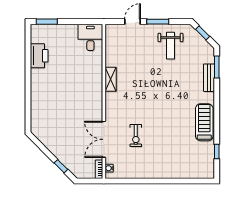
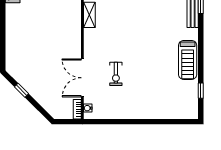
treadmill: (204, 122) -> (188, 60), turned 180
window: (61, 166) -> (21, 90), moved

